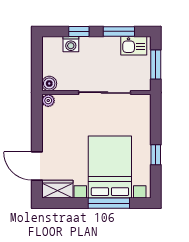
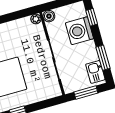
window: (79, 31) -> (92, 17), moved
washing machine: (71, 44) -> (79, 31), width x1.89, depth x1.89

